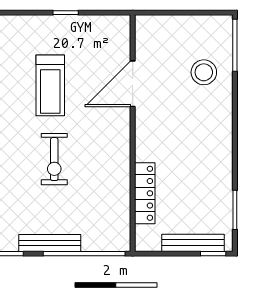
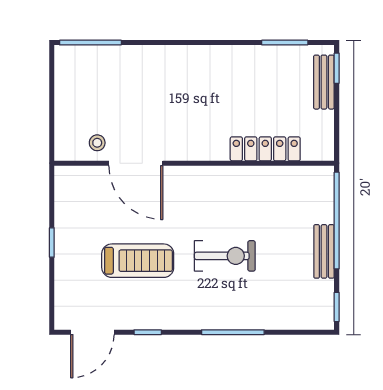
stool: (204, 72) -> (97, 143), moved, width x0.53, depth x0.53
bench: (50, 243) -> (324, 251), width x0.73
bench: (193, 243) -> (324, 82), width x0.73

